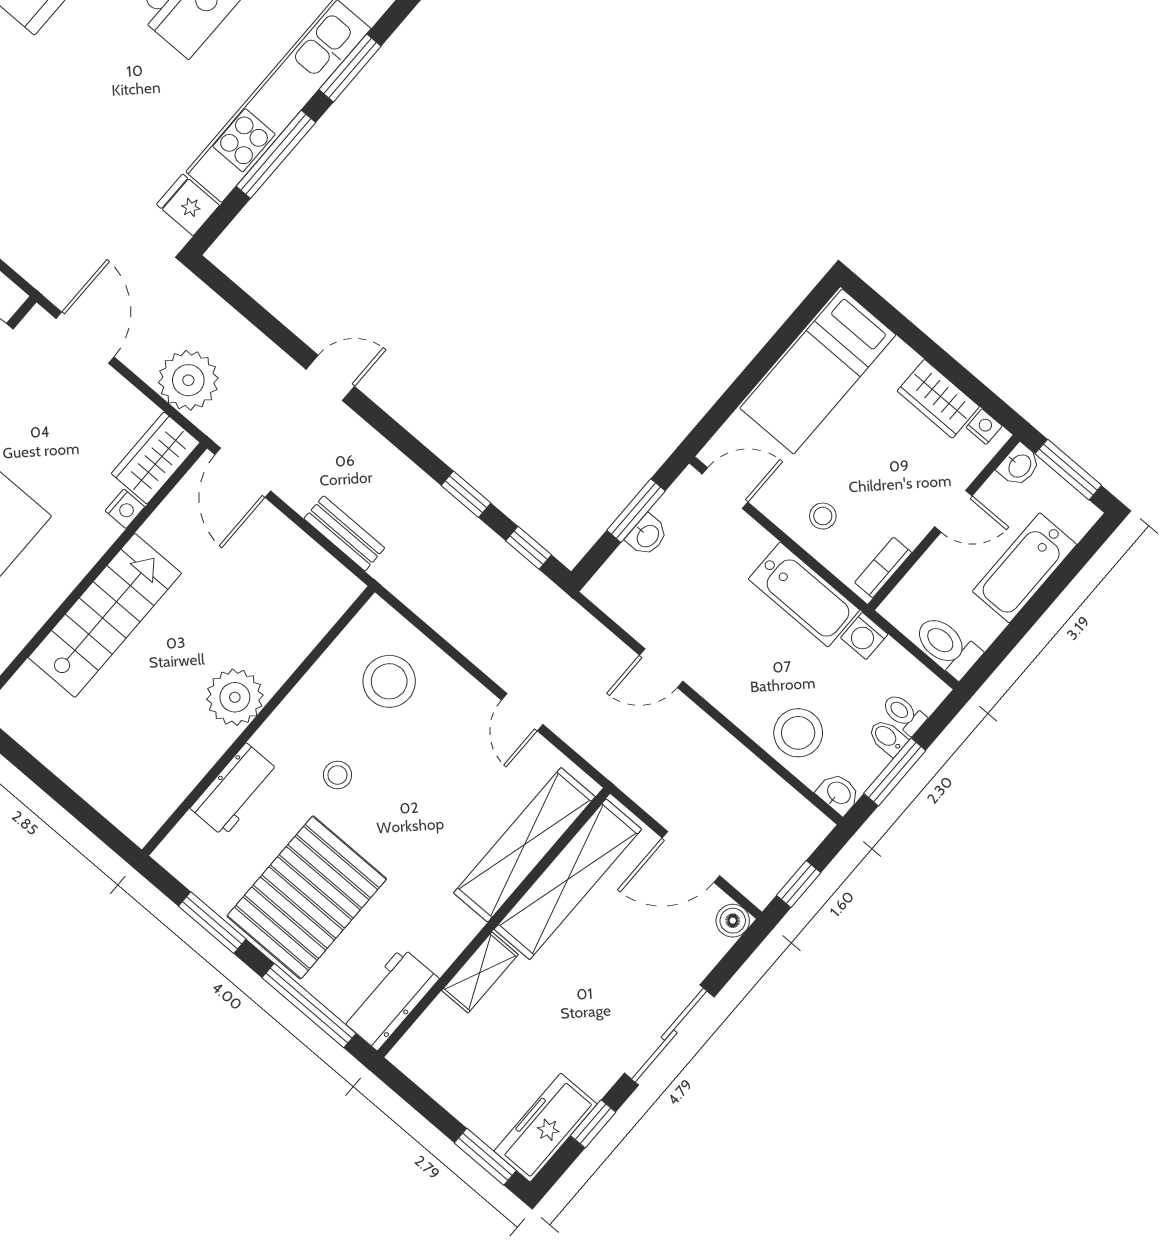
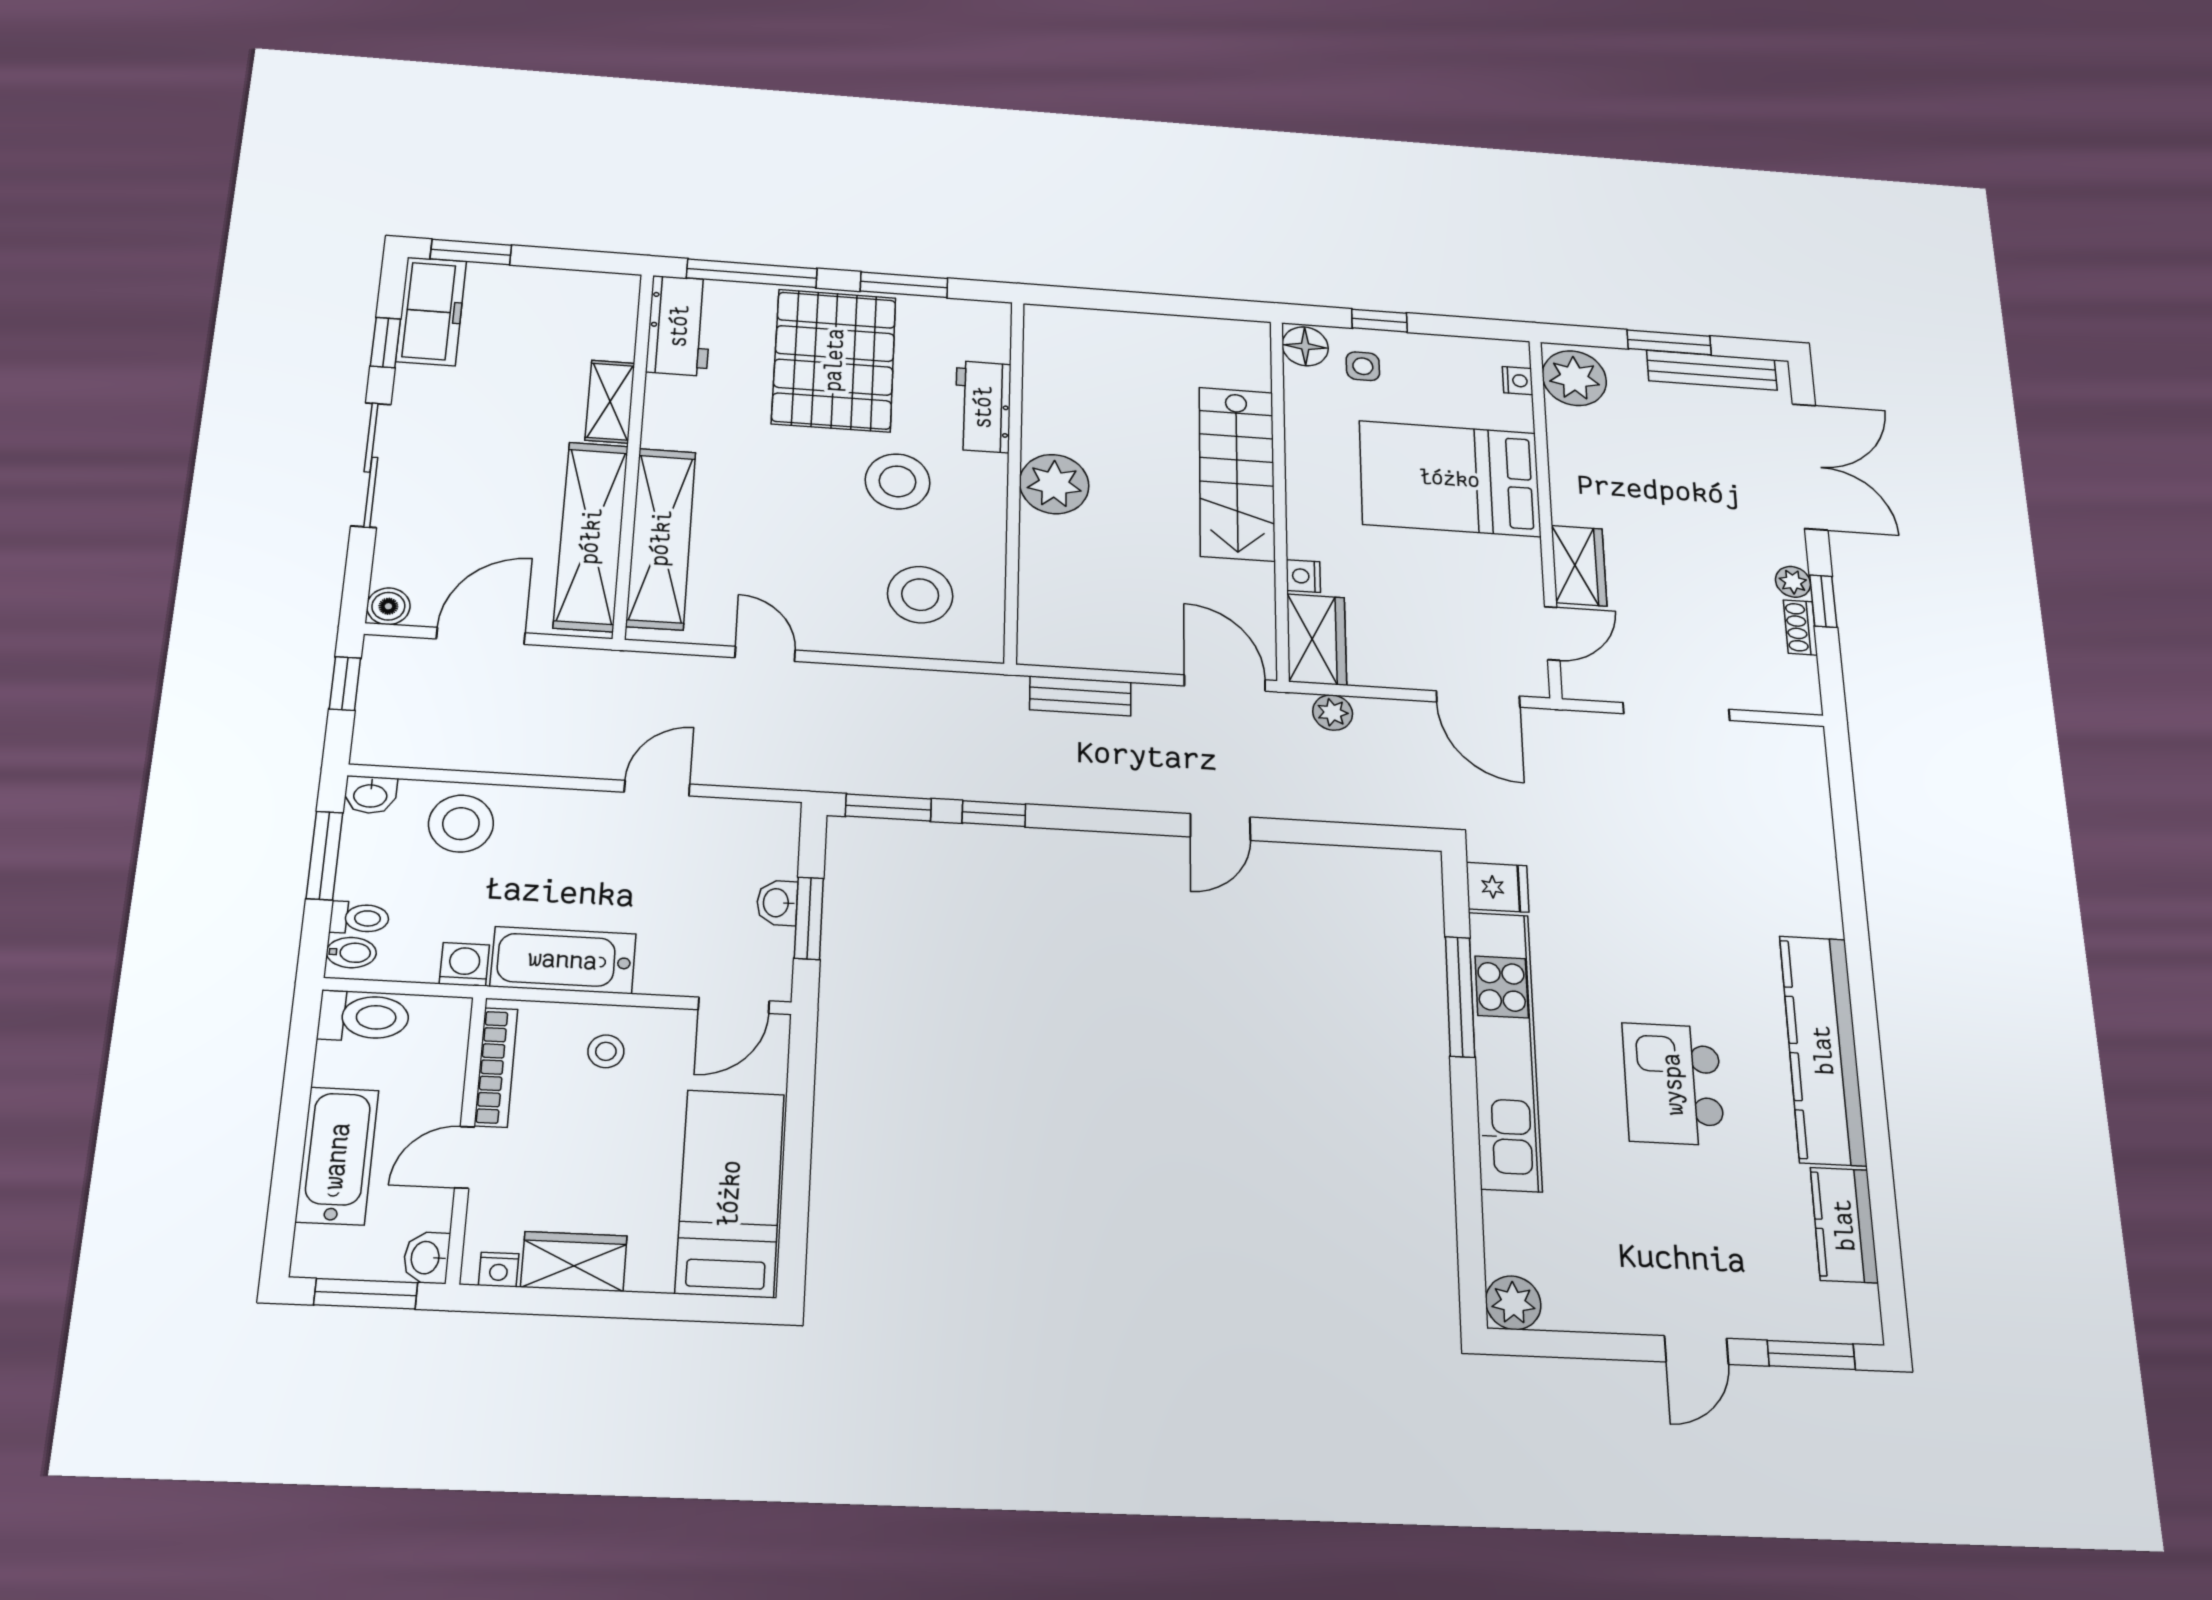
window: (350, 68) -> (1466, 1134), removed
plant: (188, 380) -> (1333, 712), width x0.53, depth x0.53
window: (529, 548) -> (888, 808), width x1.50
bookcase: (883, 568) -> (496, 1067), width x1.56
bidet: (888, 737) -> (351, 953), moved
stool: (337, 775) -> (898, 481), width x1.89, depth x1.89

